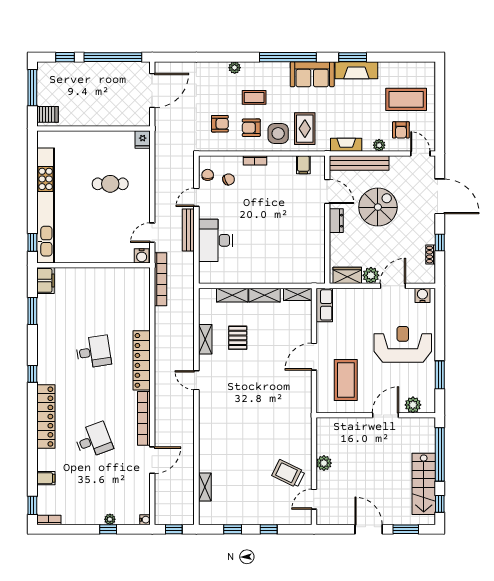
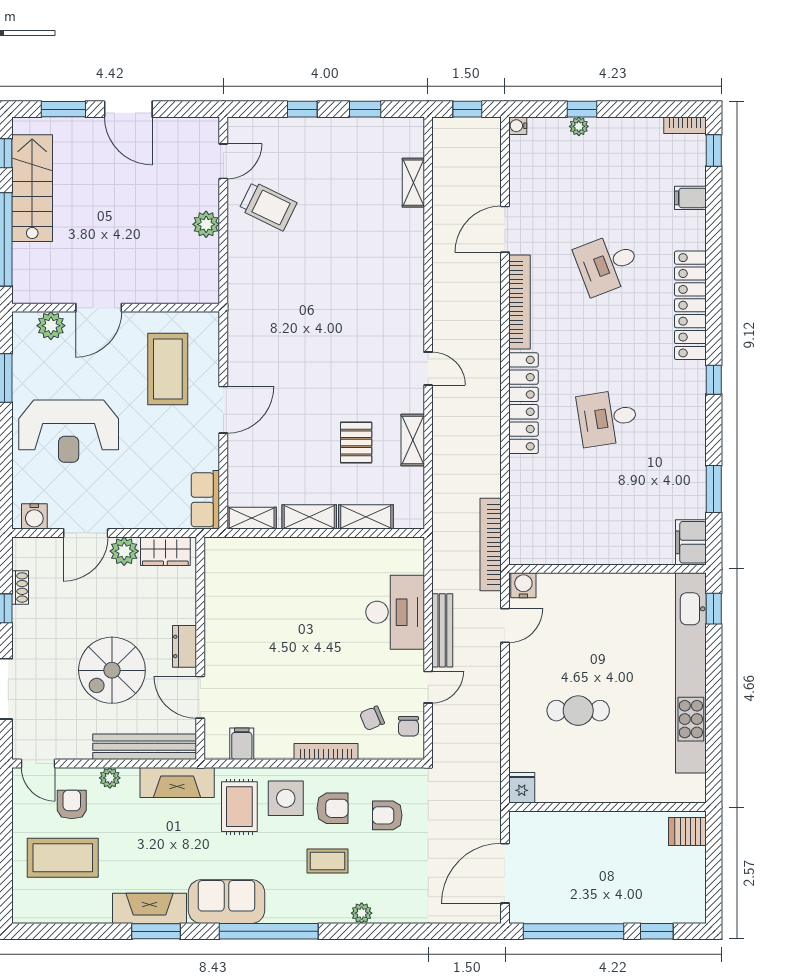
window: (32, 88) -> (714, 878), removed
fireplace: (346, 145) -> (177, 783), width x1.37, depth x1.32
bookcase: (255, 160) -> (326, 751), width x1.56

